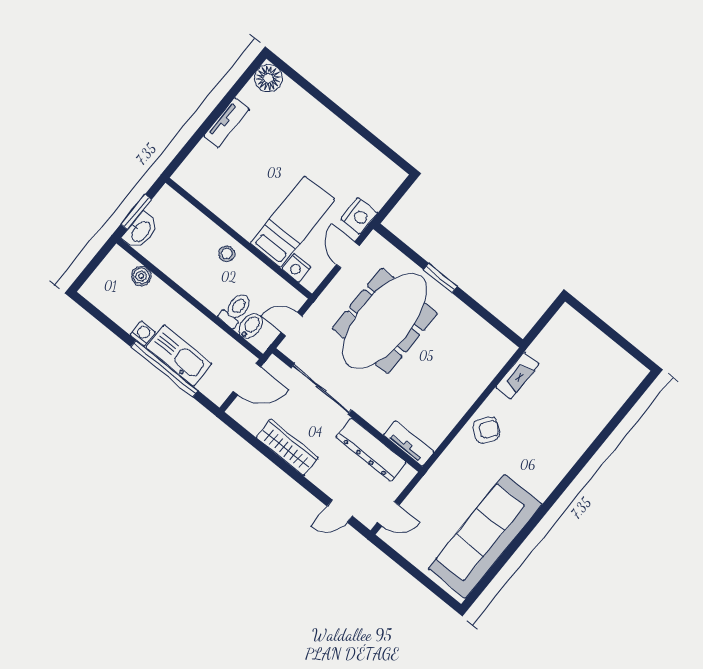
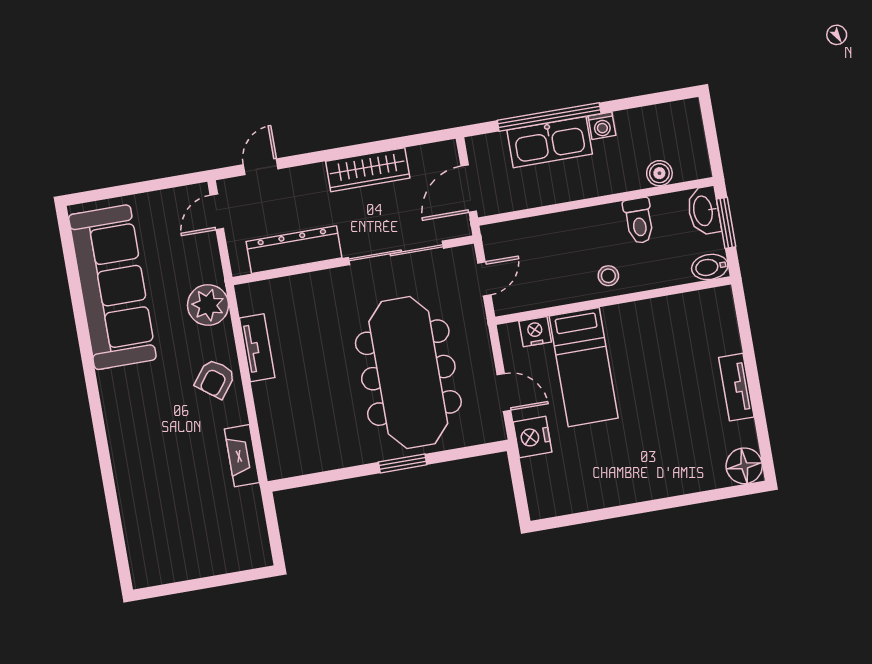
toilet: (236, 310) -> (639, 221), moved
bidet: (251, 326) -> (710, 267), moved, turned 90
tv unit: (409, 444) -> (257, 348), moved, turned -90
plant: (447, 472) -> (208, 305), added

